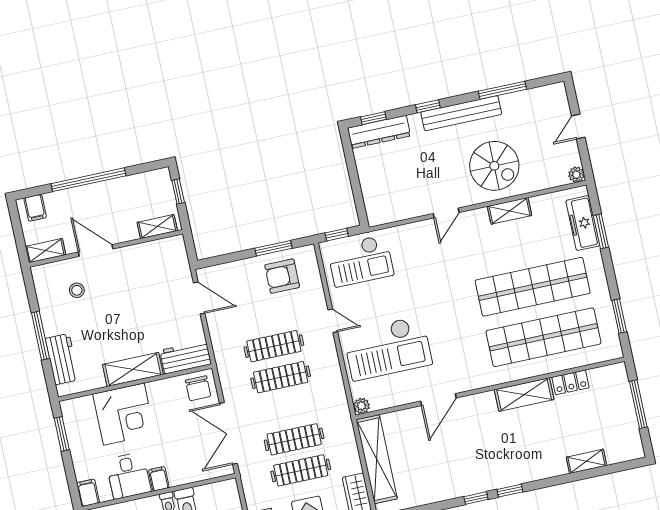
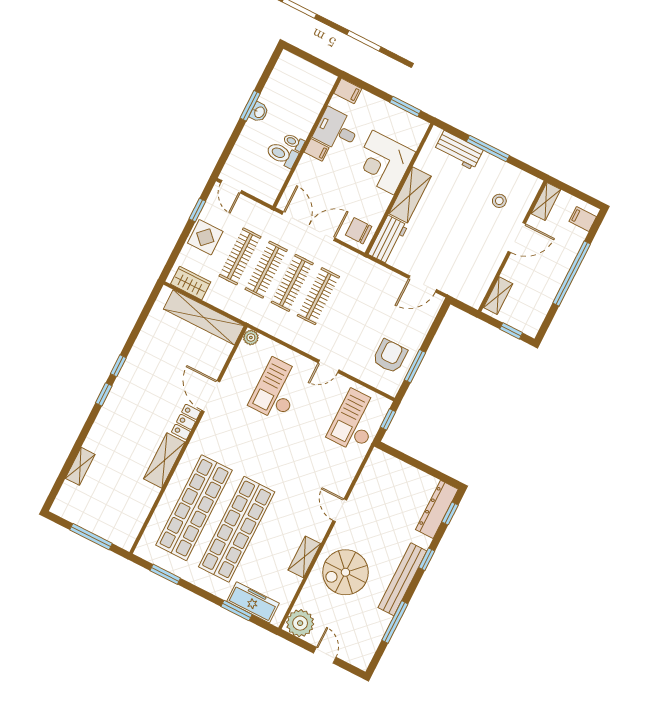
plant: (576, 175) -> (300, 623), width x1.88, depth x1.88
clothes rail: (274, 346) -> (292, 283), moved
checkout: (388, 348) -> (277, 390), width x0.73, depth x0.83
locker: (570, 382) -> (186, 422), moved

